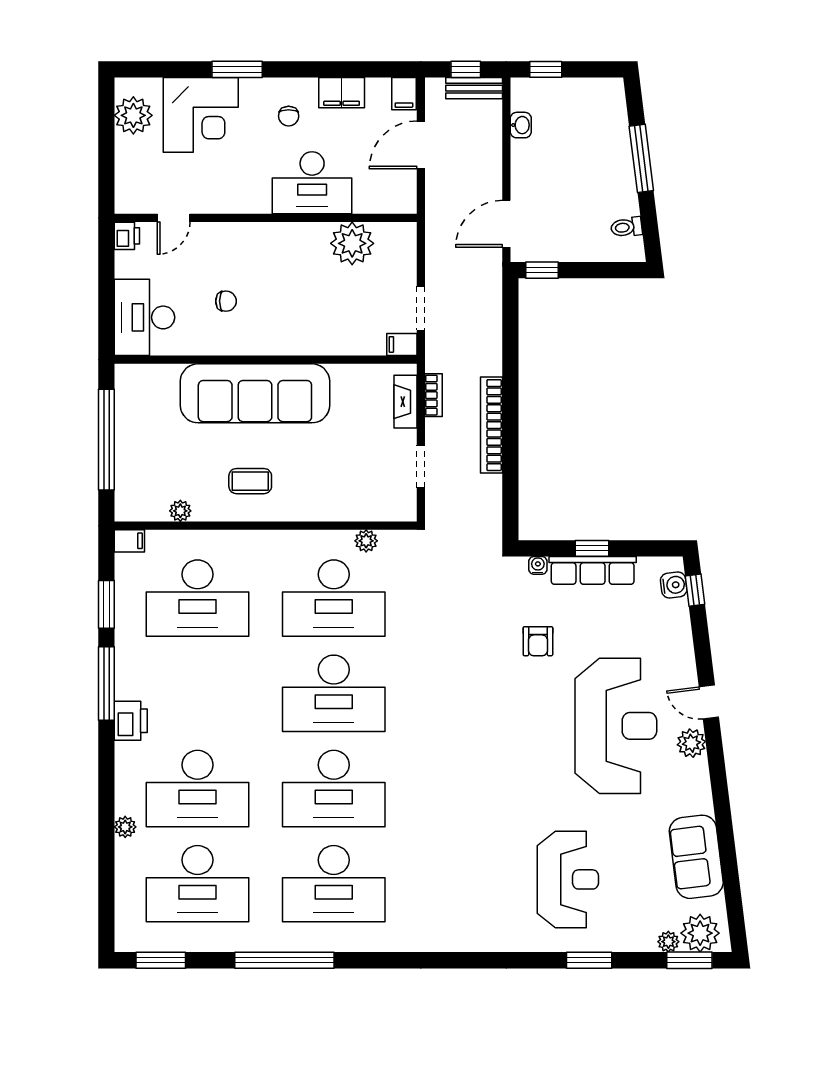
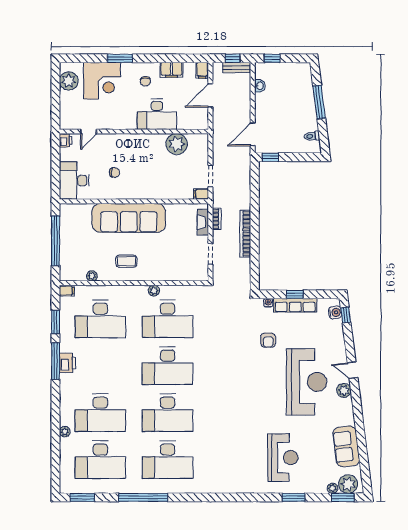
plant: (366, 541) -> (154, 291), moved
printer: (131, 721) -> (67, 363), moved

